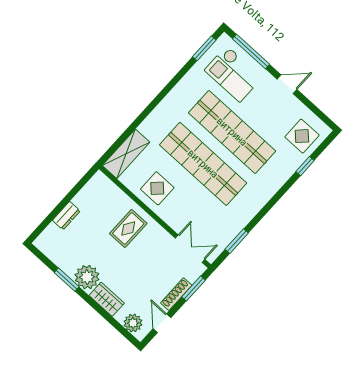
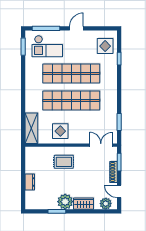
rug: (128, 229) -> (64, 162), turned 90

